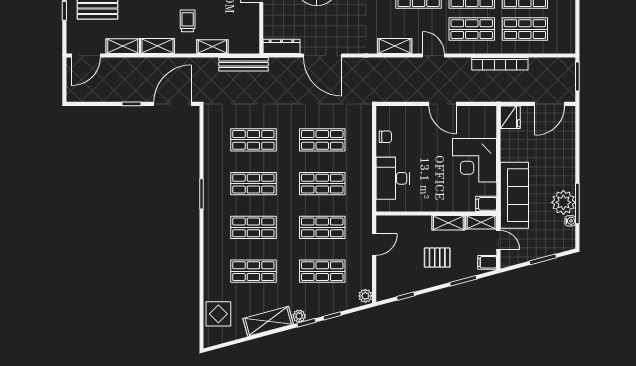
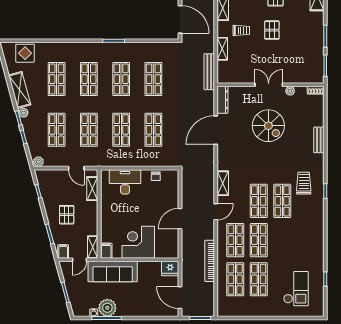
shelving: (448, 223) -> (92, 189), moved

